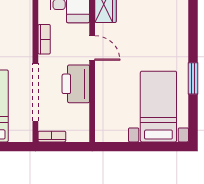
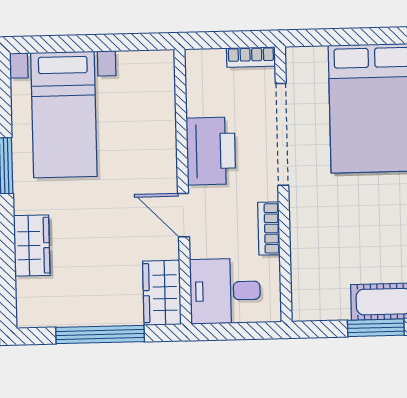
wardrobe: (178, 33) -> (32, 246), added

